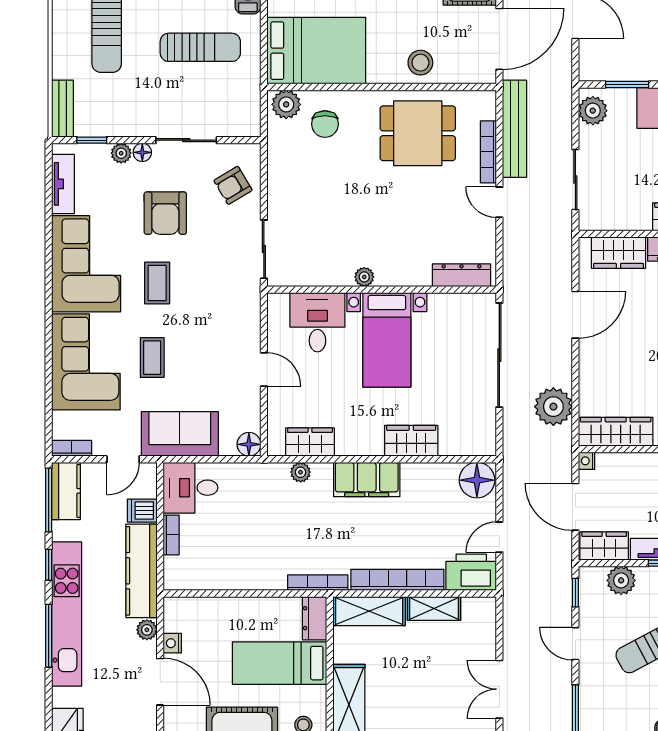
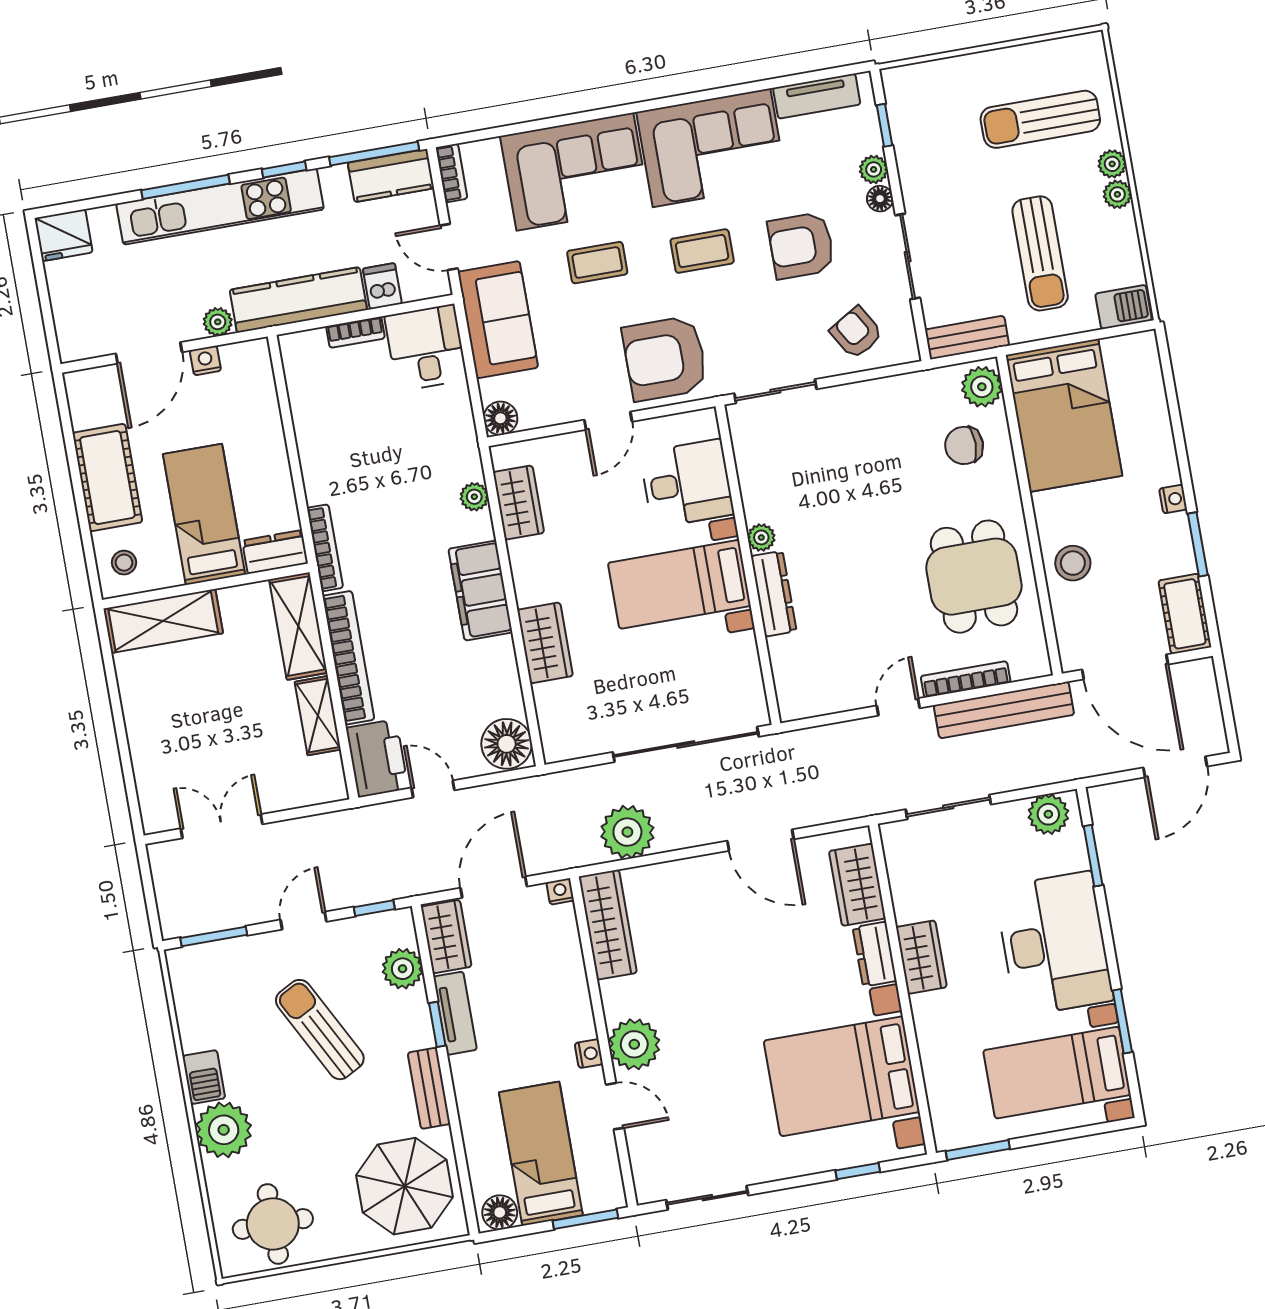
bench: (63, 109) -> (967, 337), moved
dresser: (461, 275) -> (774, 594), moved
armchair: (227, 322) -> (665, 358), added

